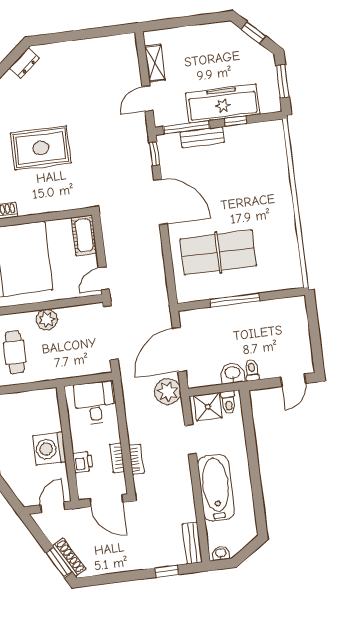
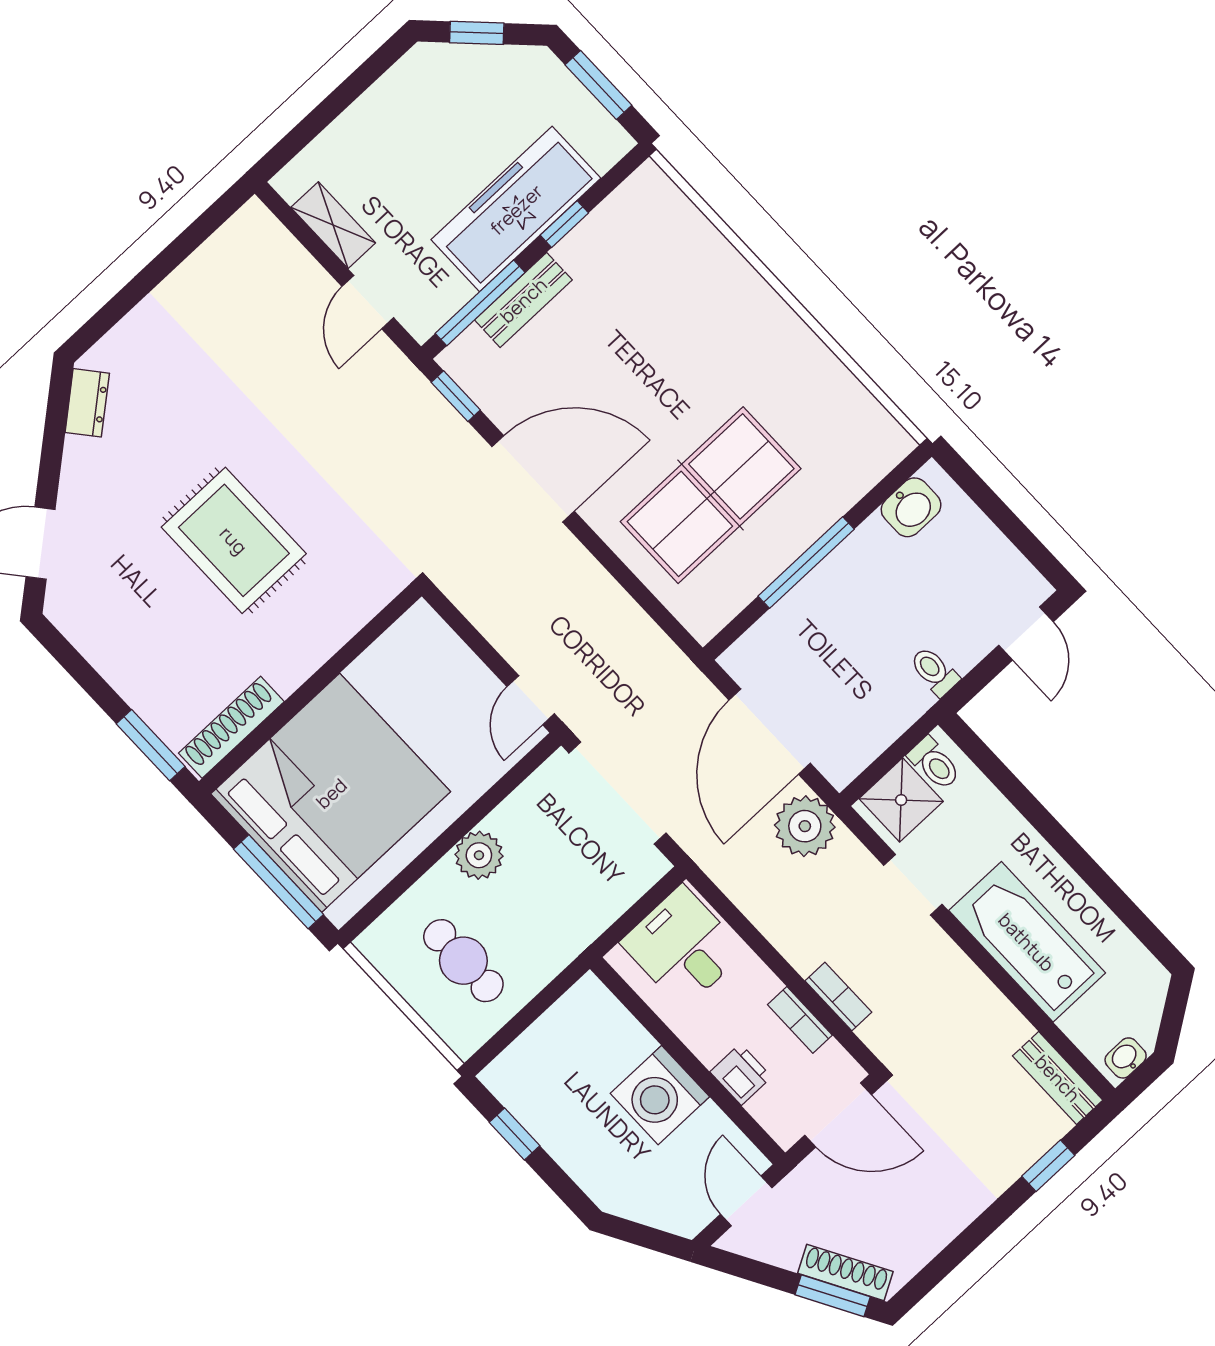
rug: (41, 148) -> (234, 540), turned 90
cot: (84, 235) -> (435, 646), removed
washbasin: (233, 373) -> (911, 507), moved, turned 180

